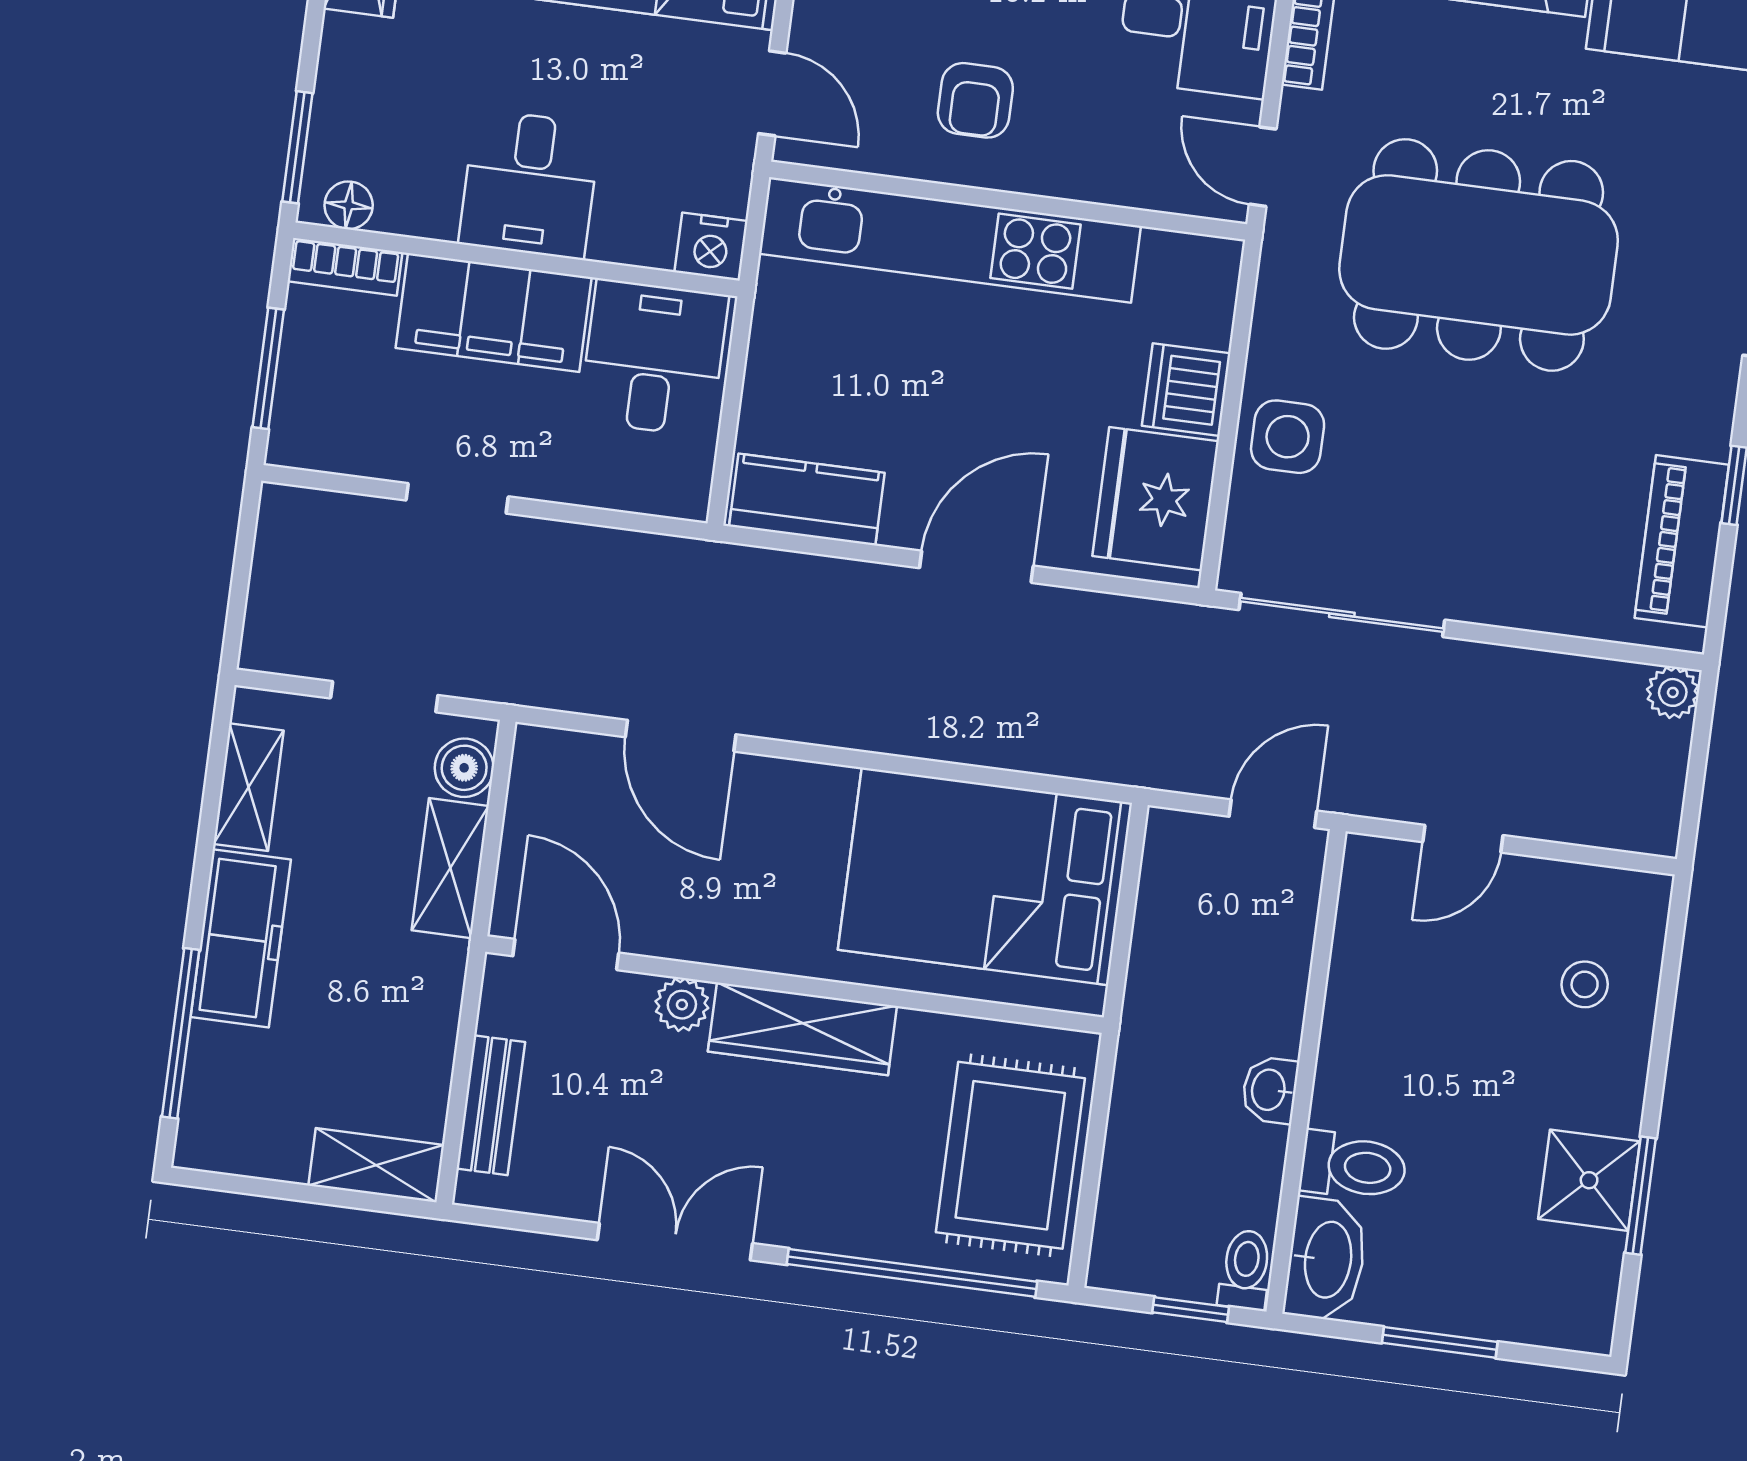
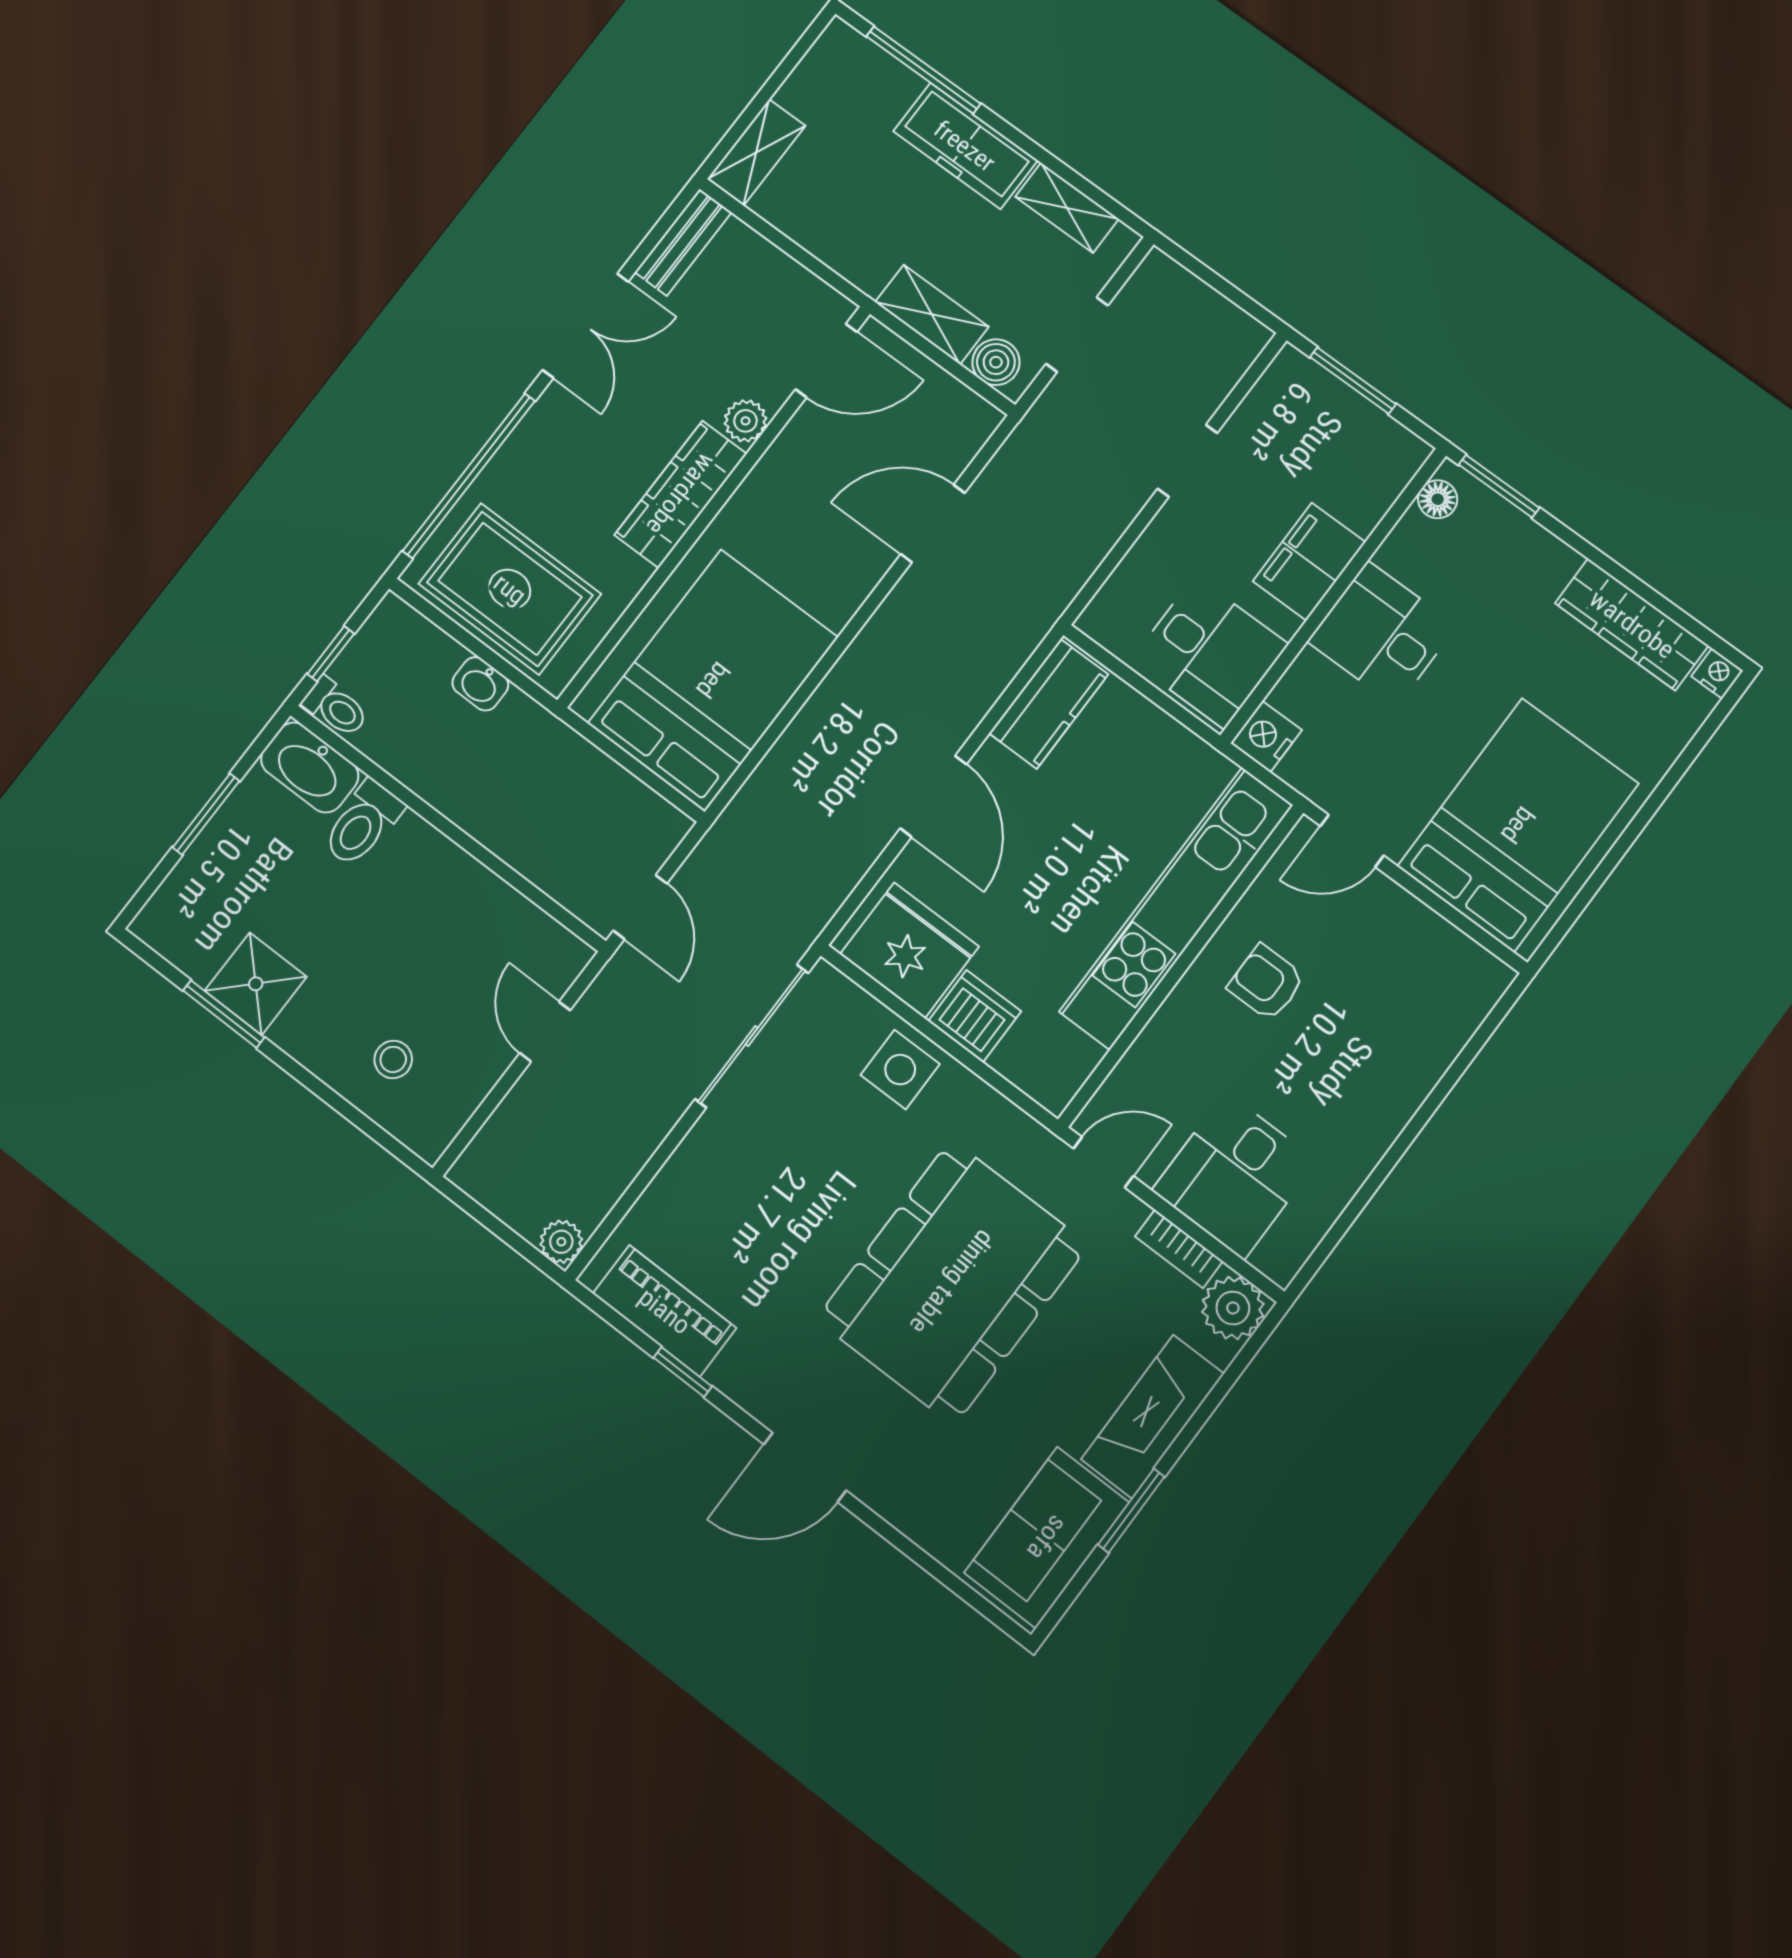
bookcase: (345, 267) -> (1395, 473), removed
filing cabinet: (494, 313) -> (1309, 562), width x0.67, depth x0.86
washbasin: (1270, 1090) -> (480, 684), moved, turned 180
bench: (491, 1105) -> (683, 242), moved, turned 90

